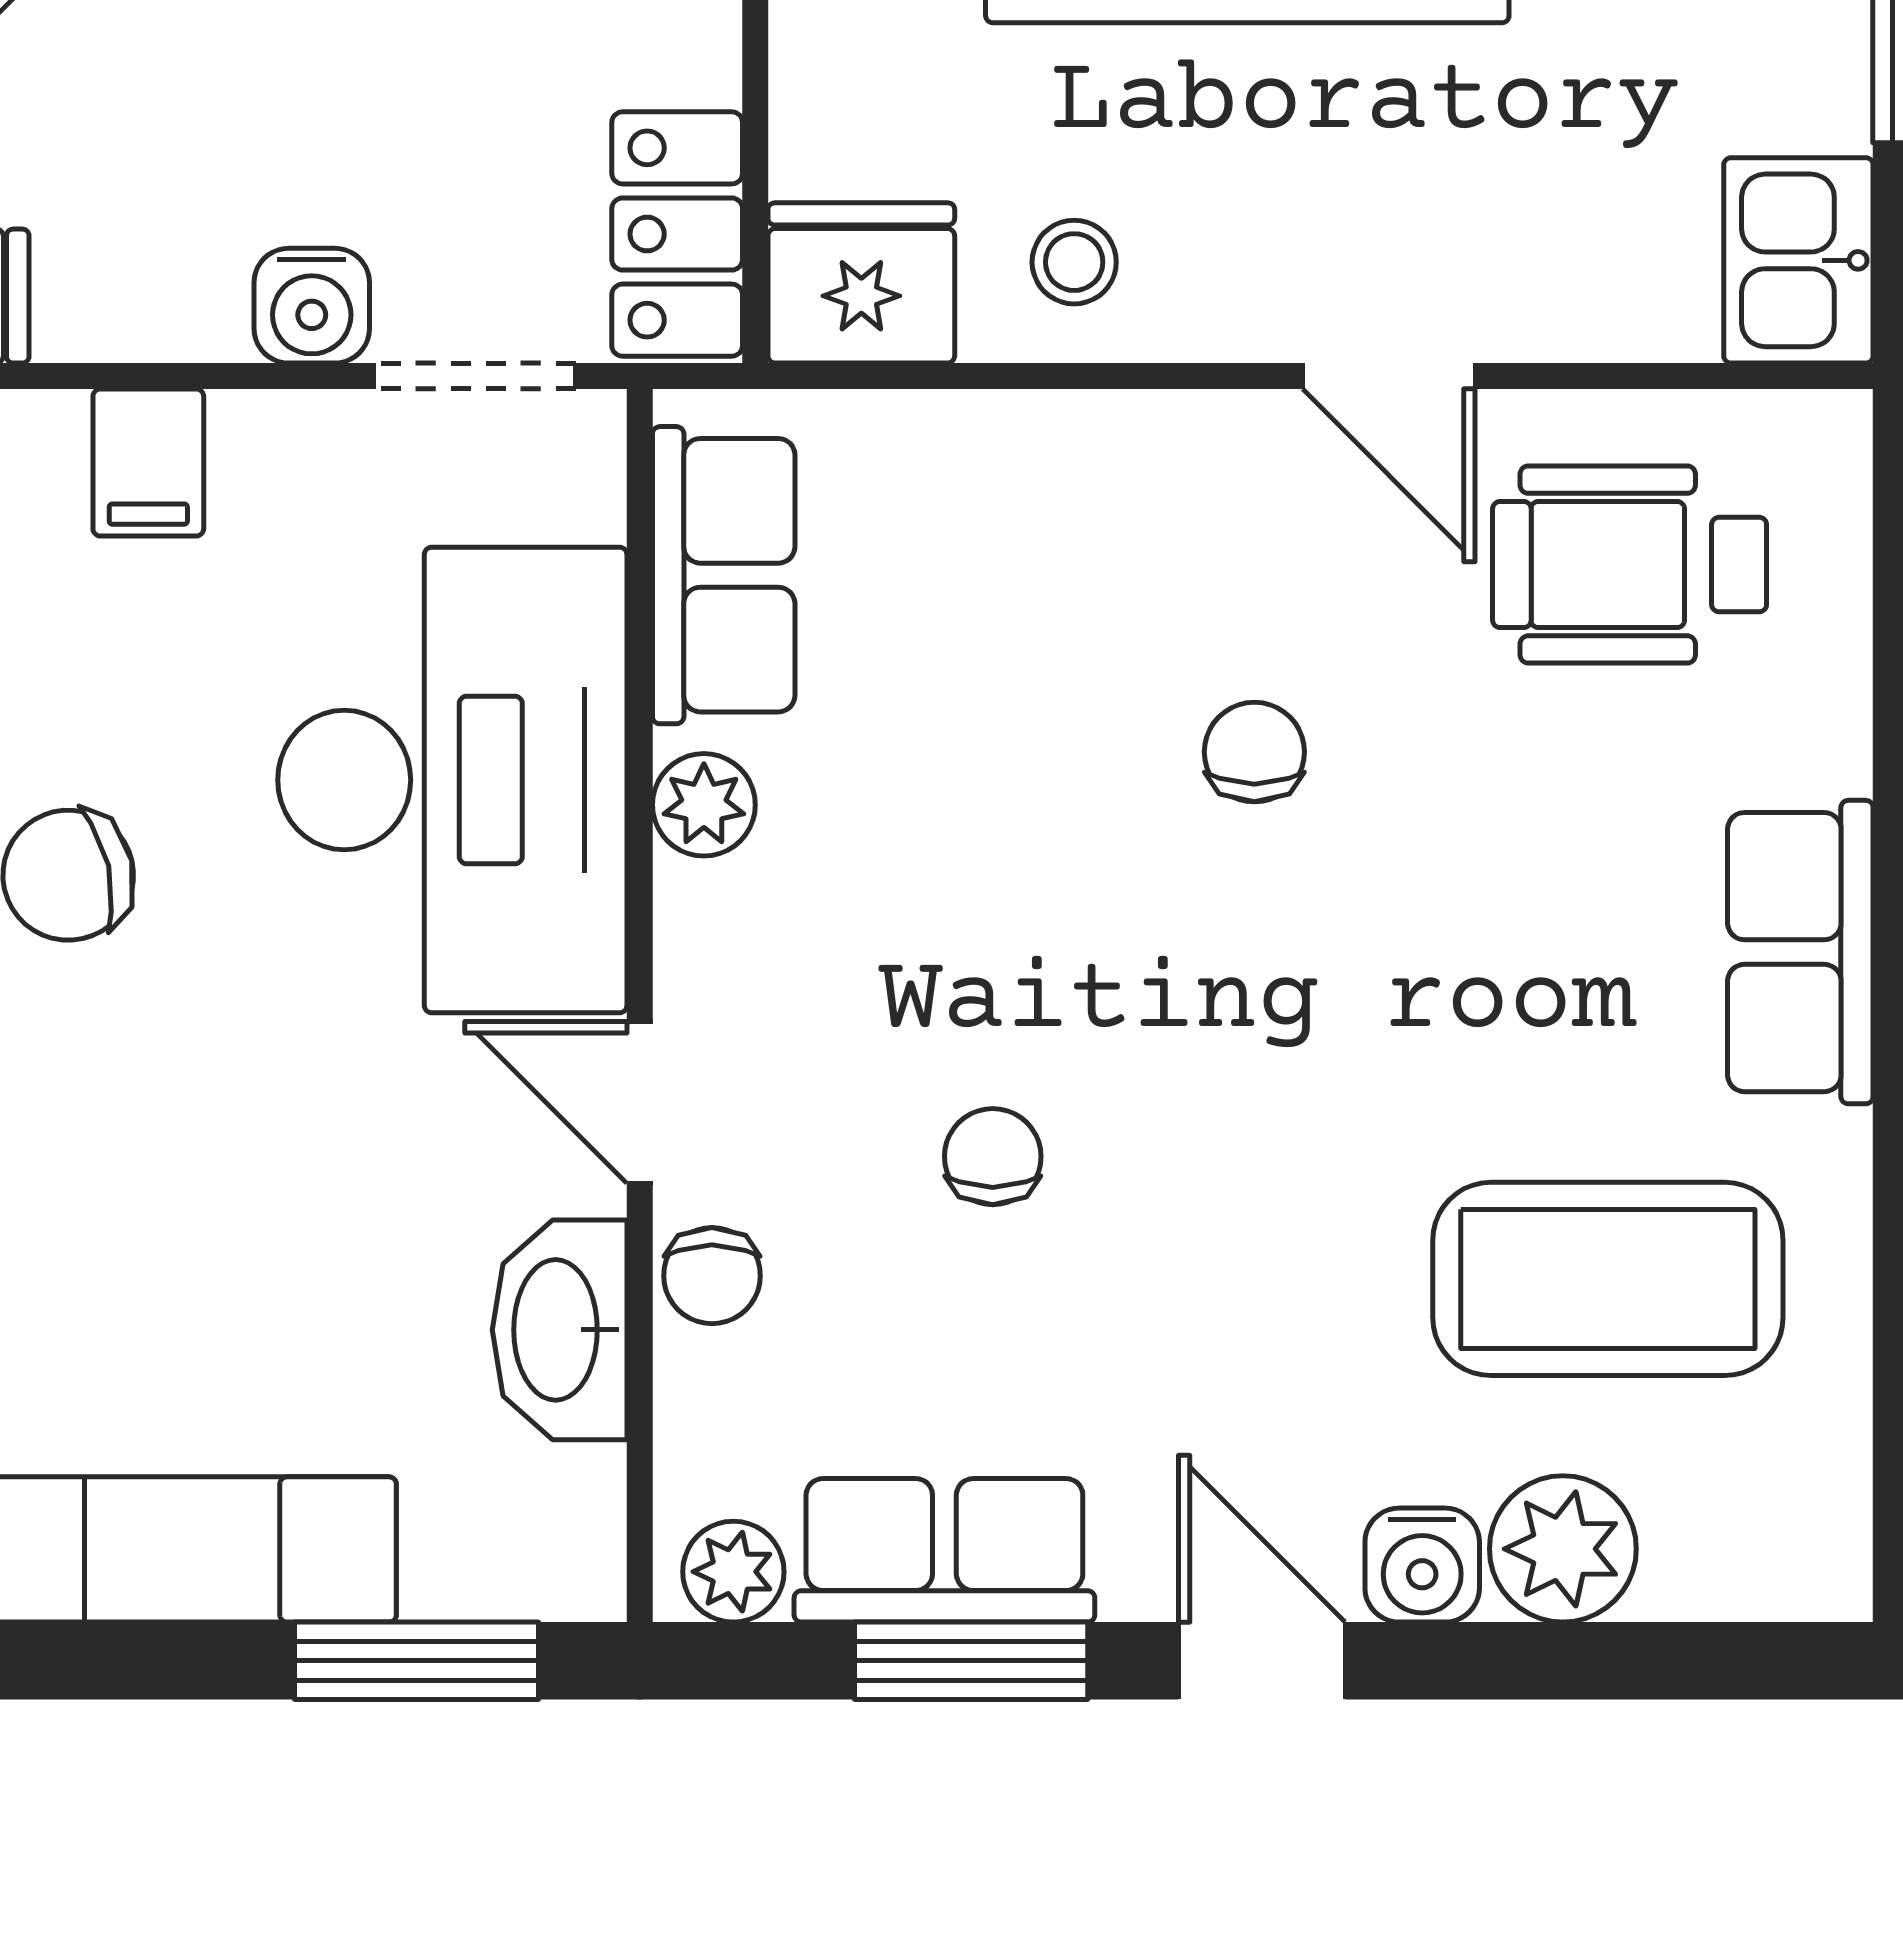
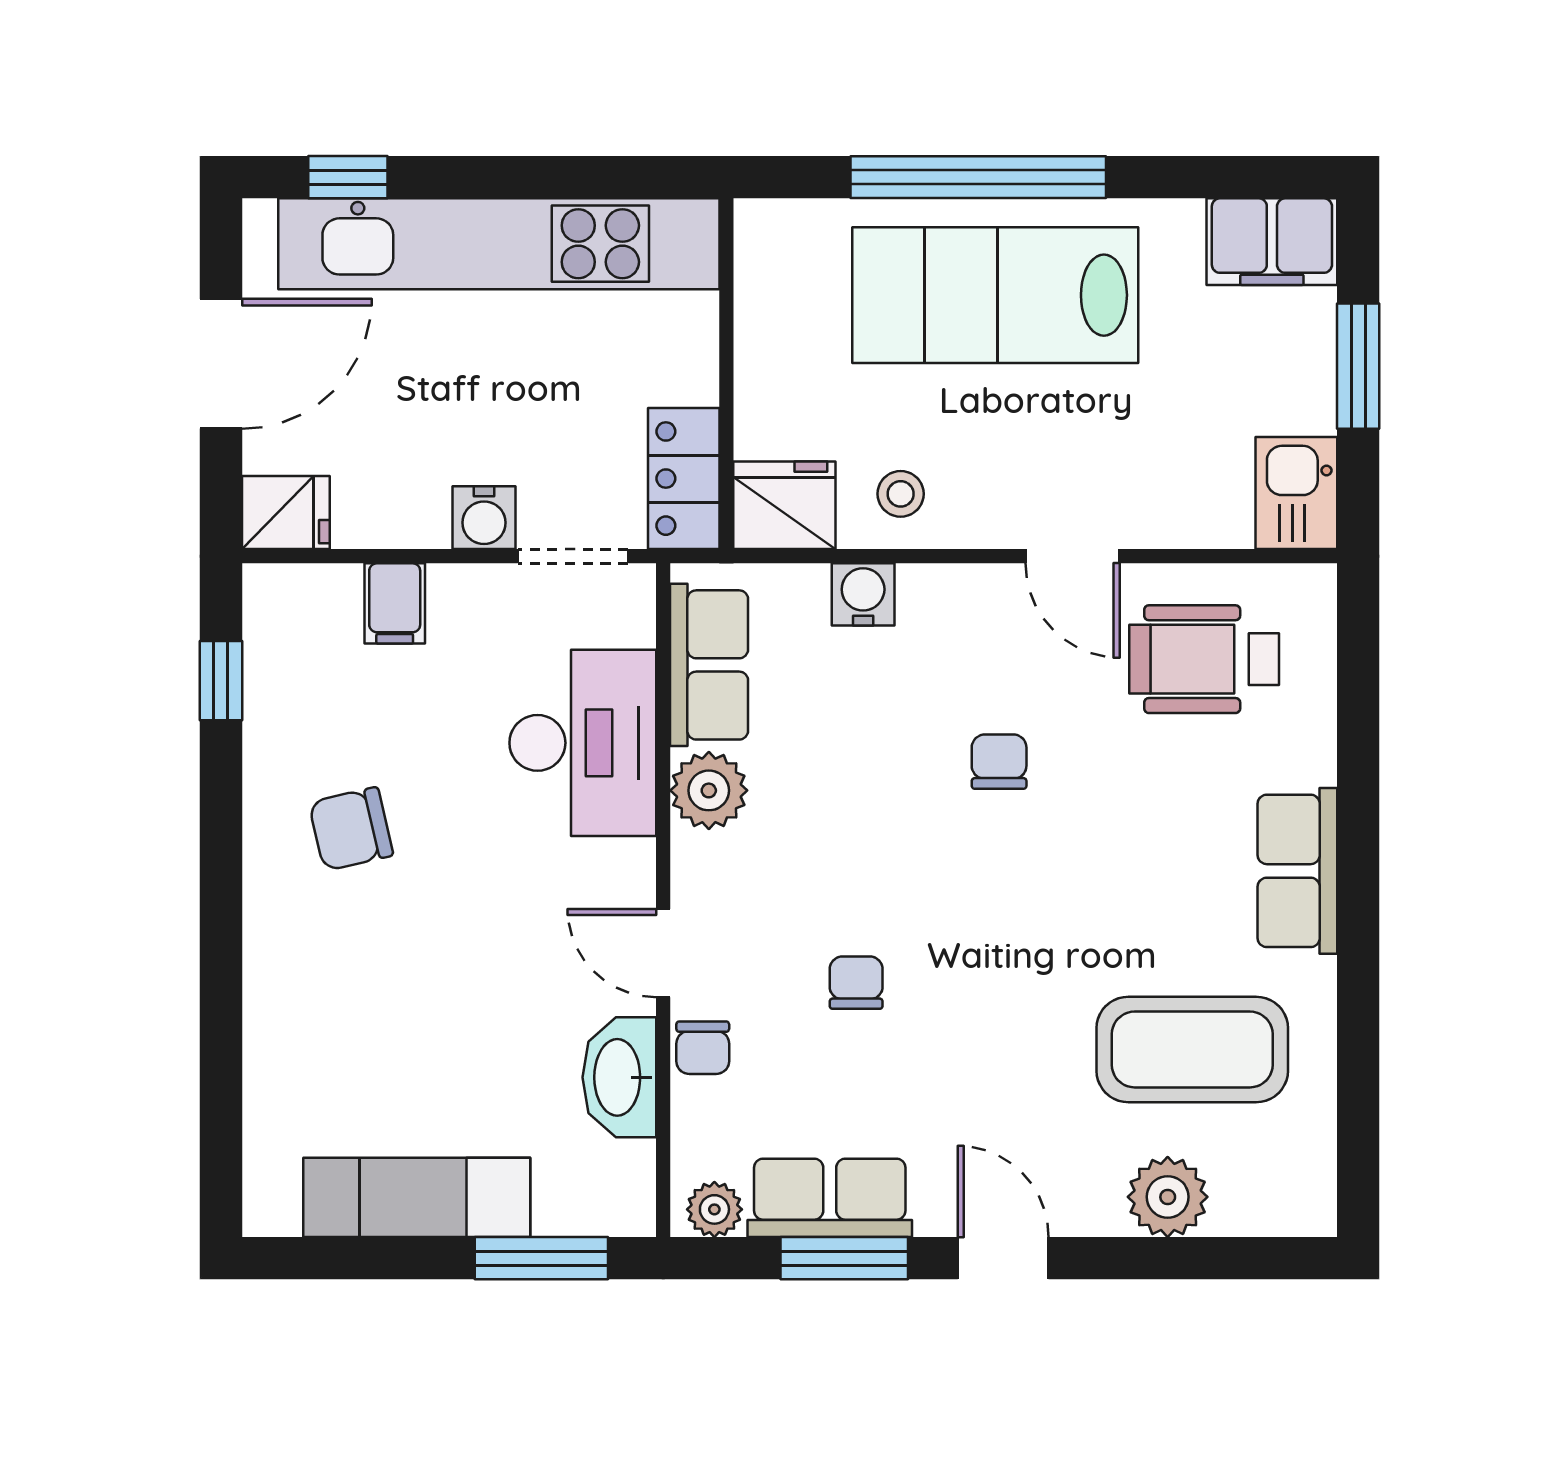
desk: (452, 780) -> (583, 743), width x0.73, depth x0.77
plant: (704, 805) -> (709, 790), width x1.38, depth x1.38
water cooler: (1422, 1565) -> (863, 594), moved, turned 180

